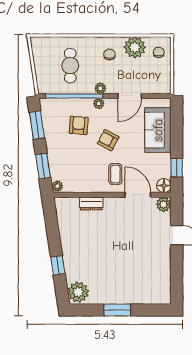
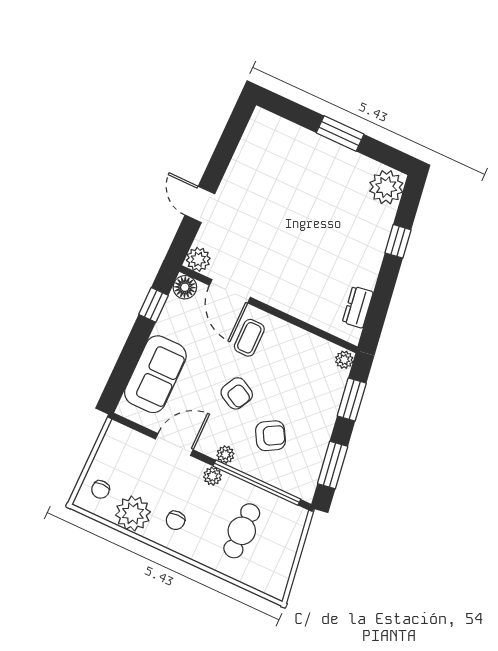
armchair: (79, 125) -> (271, 436), turned -124
dresser: (91, 203) -> (358, 307), moved, turned -98

